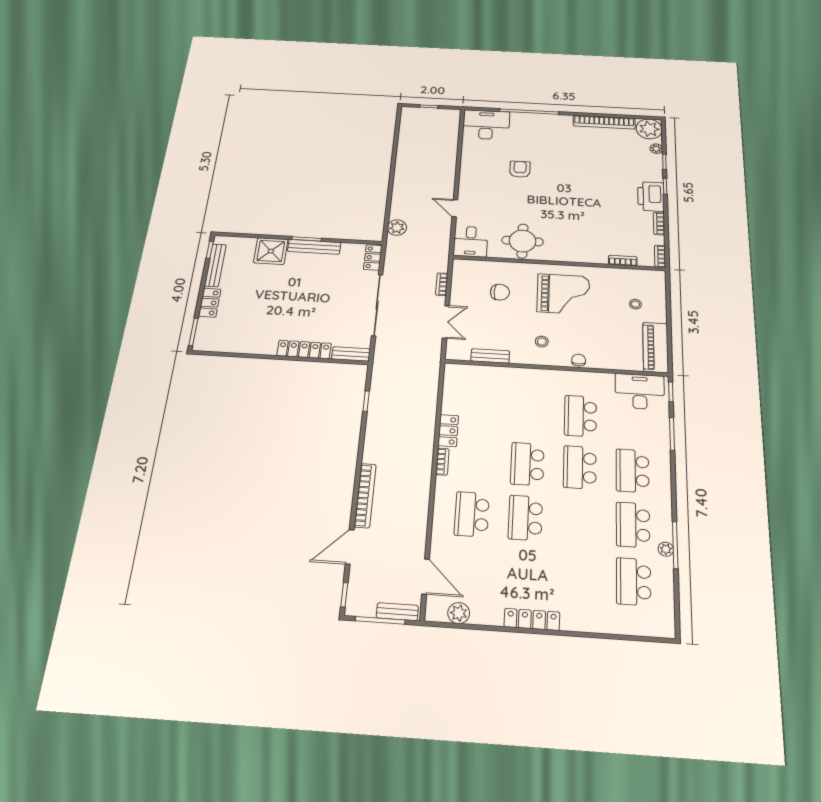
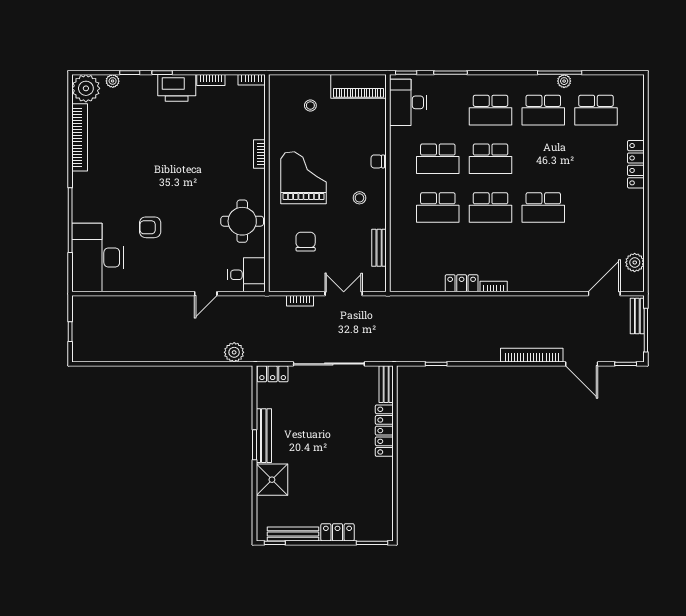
desk: (486, 125) -> (98, 257), width x1.36, depth x1.30
bookcase: (623, 261) -> (259, 154), moved
school desk: (472, 514) -> (438, 208), moved
locker: (532, 619) -> (636, 164), moved

